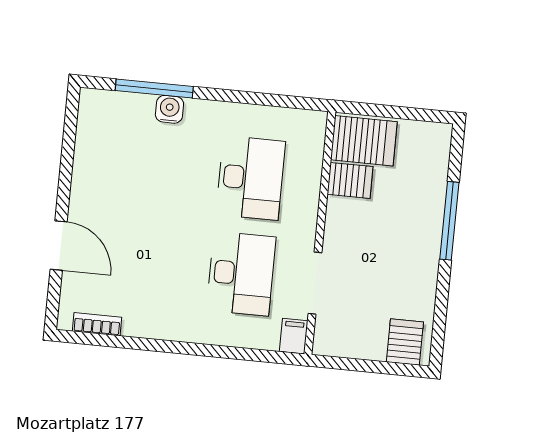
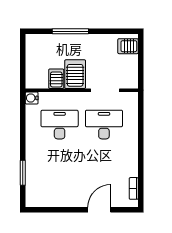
window: (154, 89) -> (23, 173), width x0.69
water cooler: (169, 109) -> (32, 98), moved
server rack: (364, 141) -> (75, 74), moved
filing cabinet: (294, 336) -> (130, 98), removed

